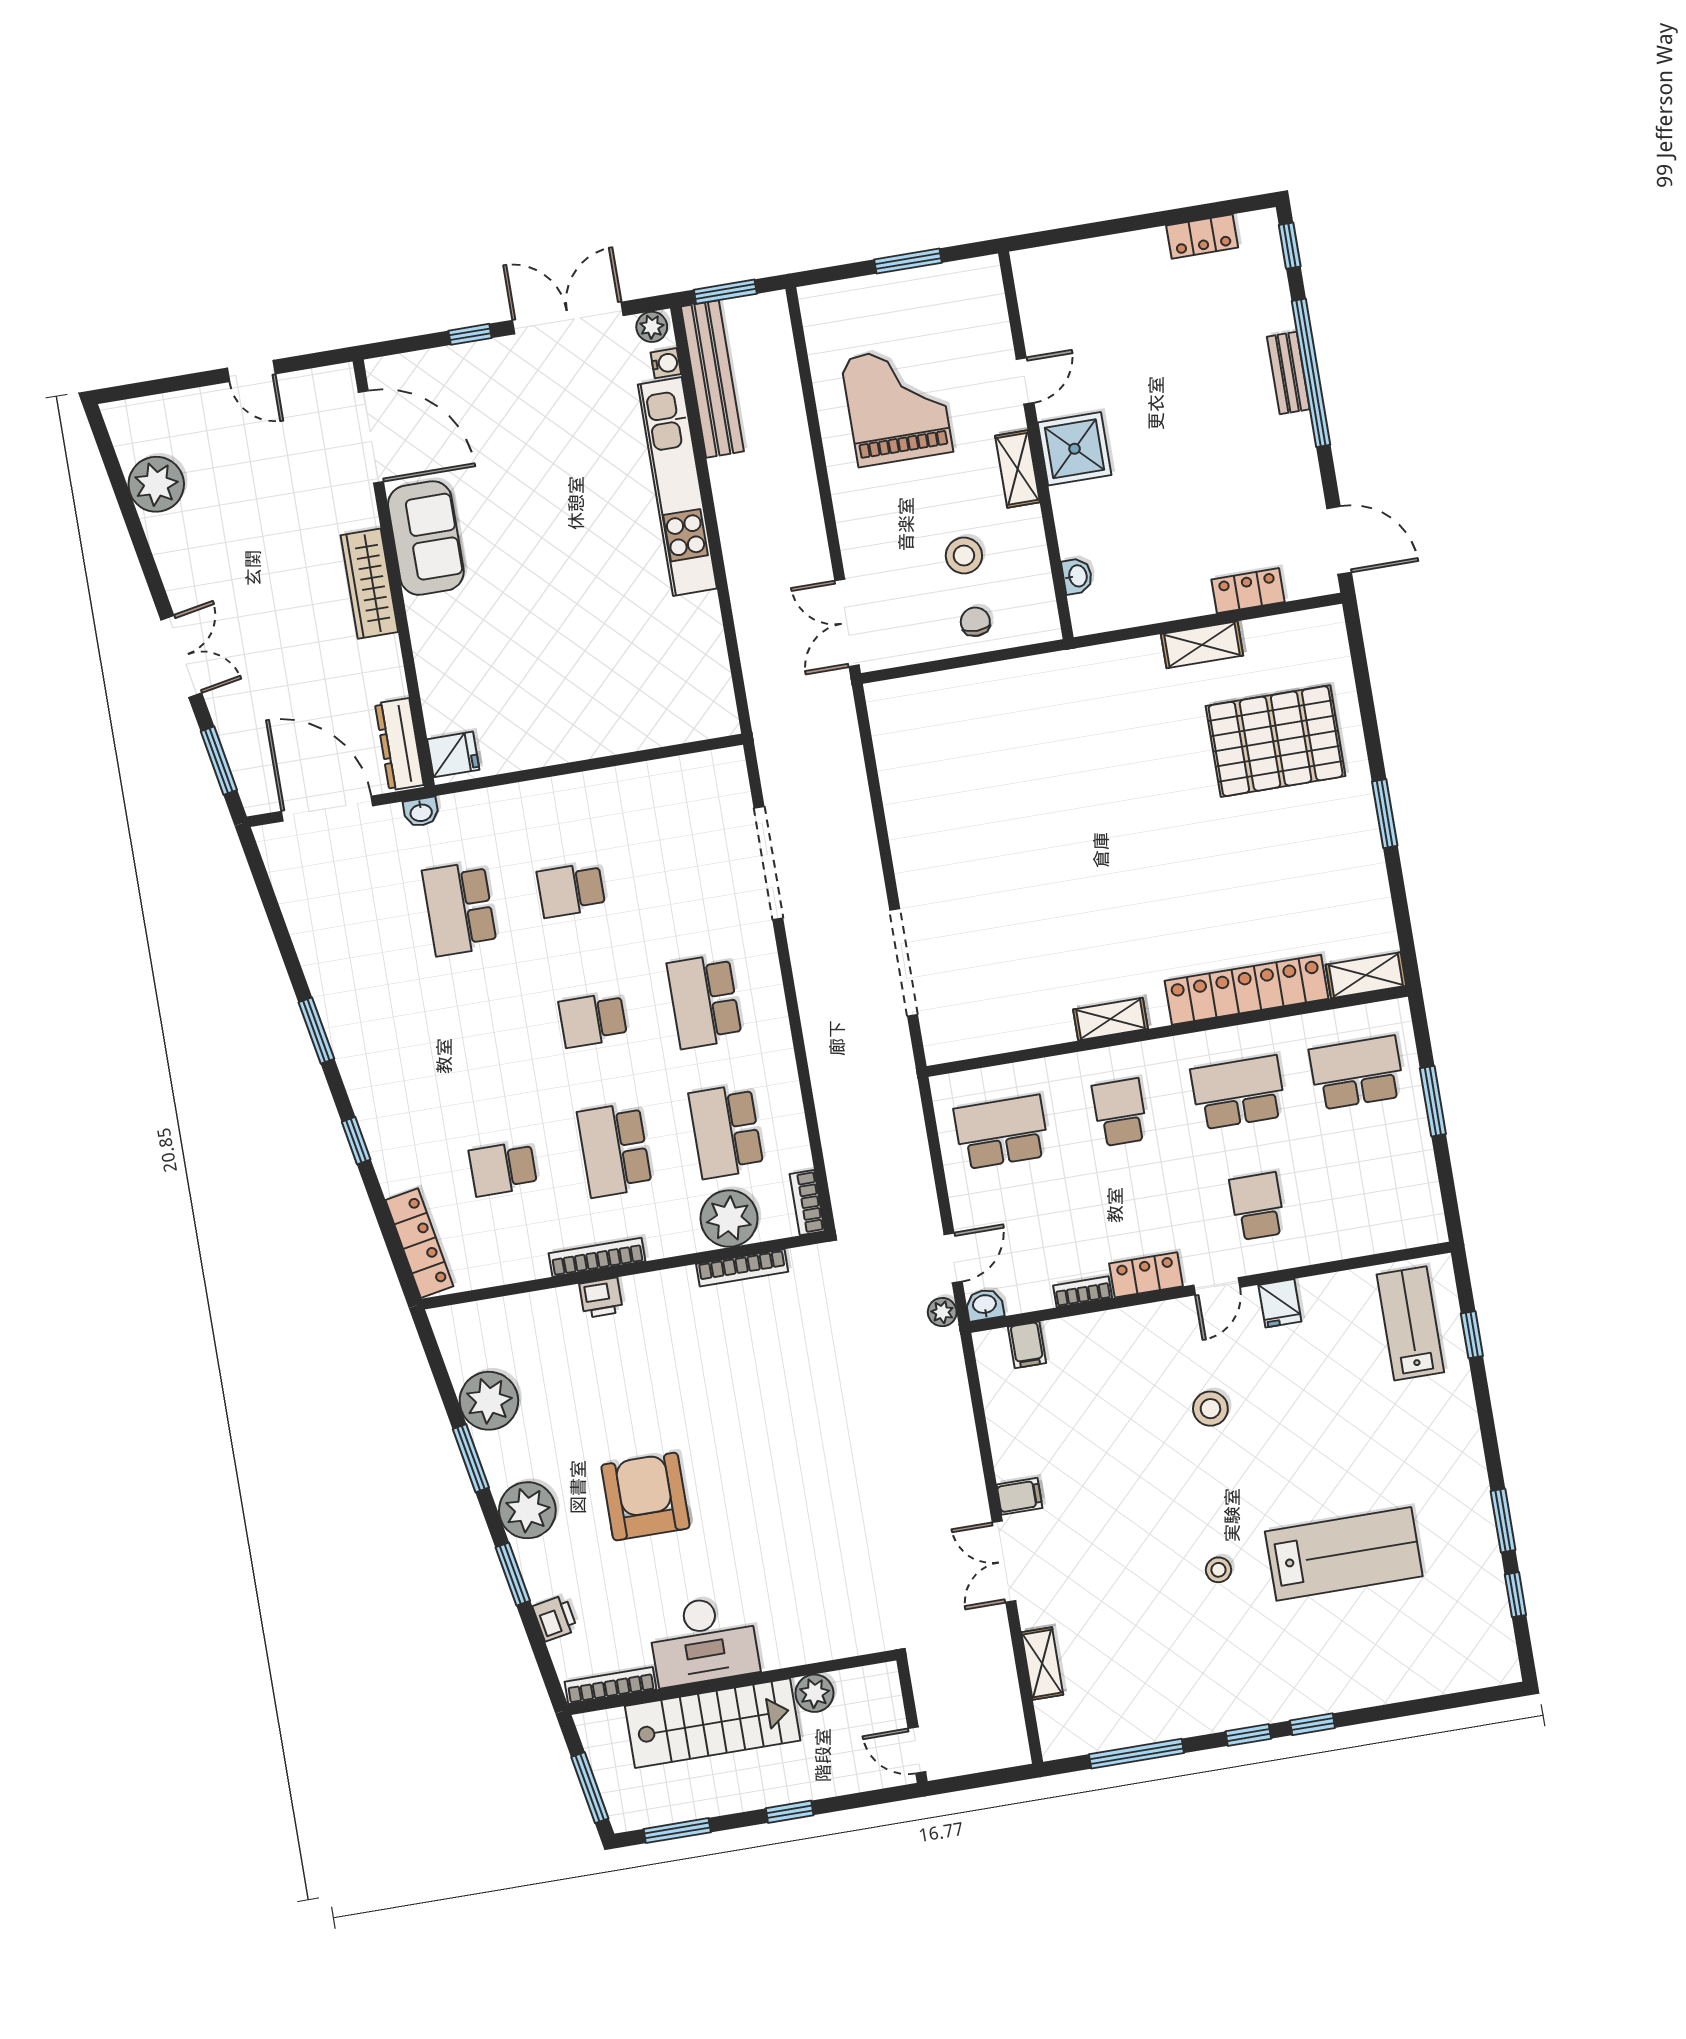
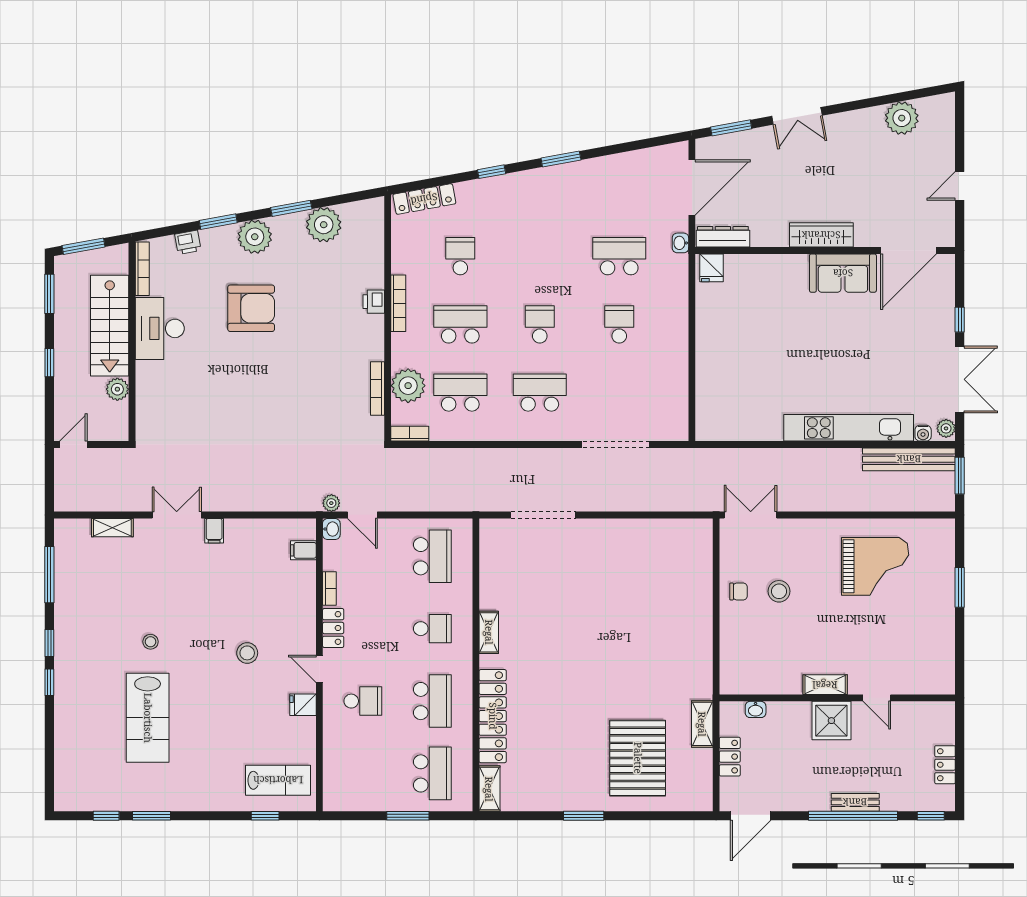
door: (1025, 381) -> (877, 698), moved
wall: (1036, 445) -> (837, 698), moved
shower: (1075, 449) -> (831, 721), moved
shelving: (1018, 469) -> (825, 685), moved
washbasin: (1077, 576) -> (756, 709), moved

